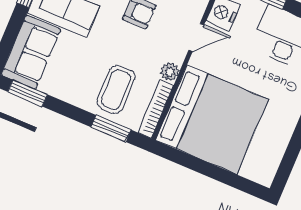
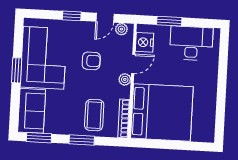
plant: (170, 72) -> (125, 79), moved
window: (111, 128) -> (82, 140), moved

